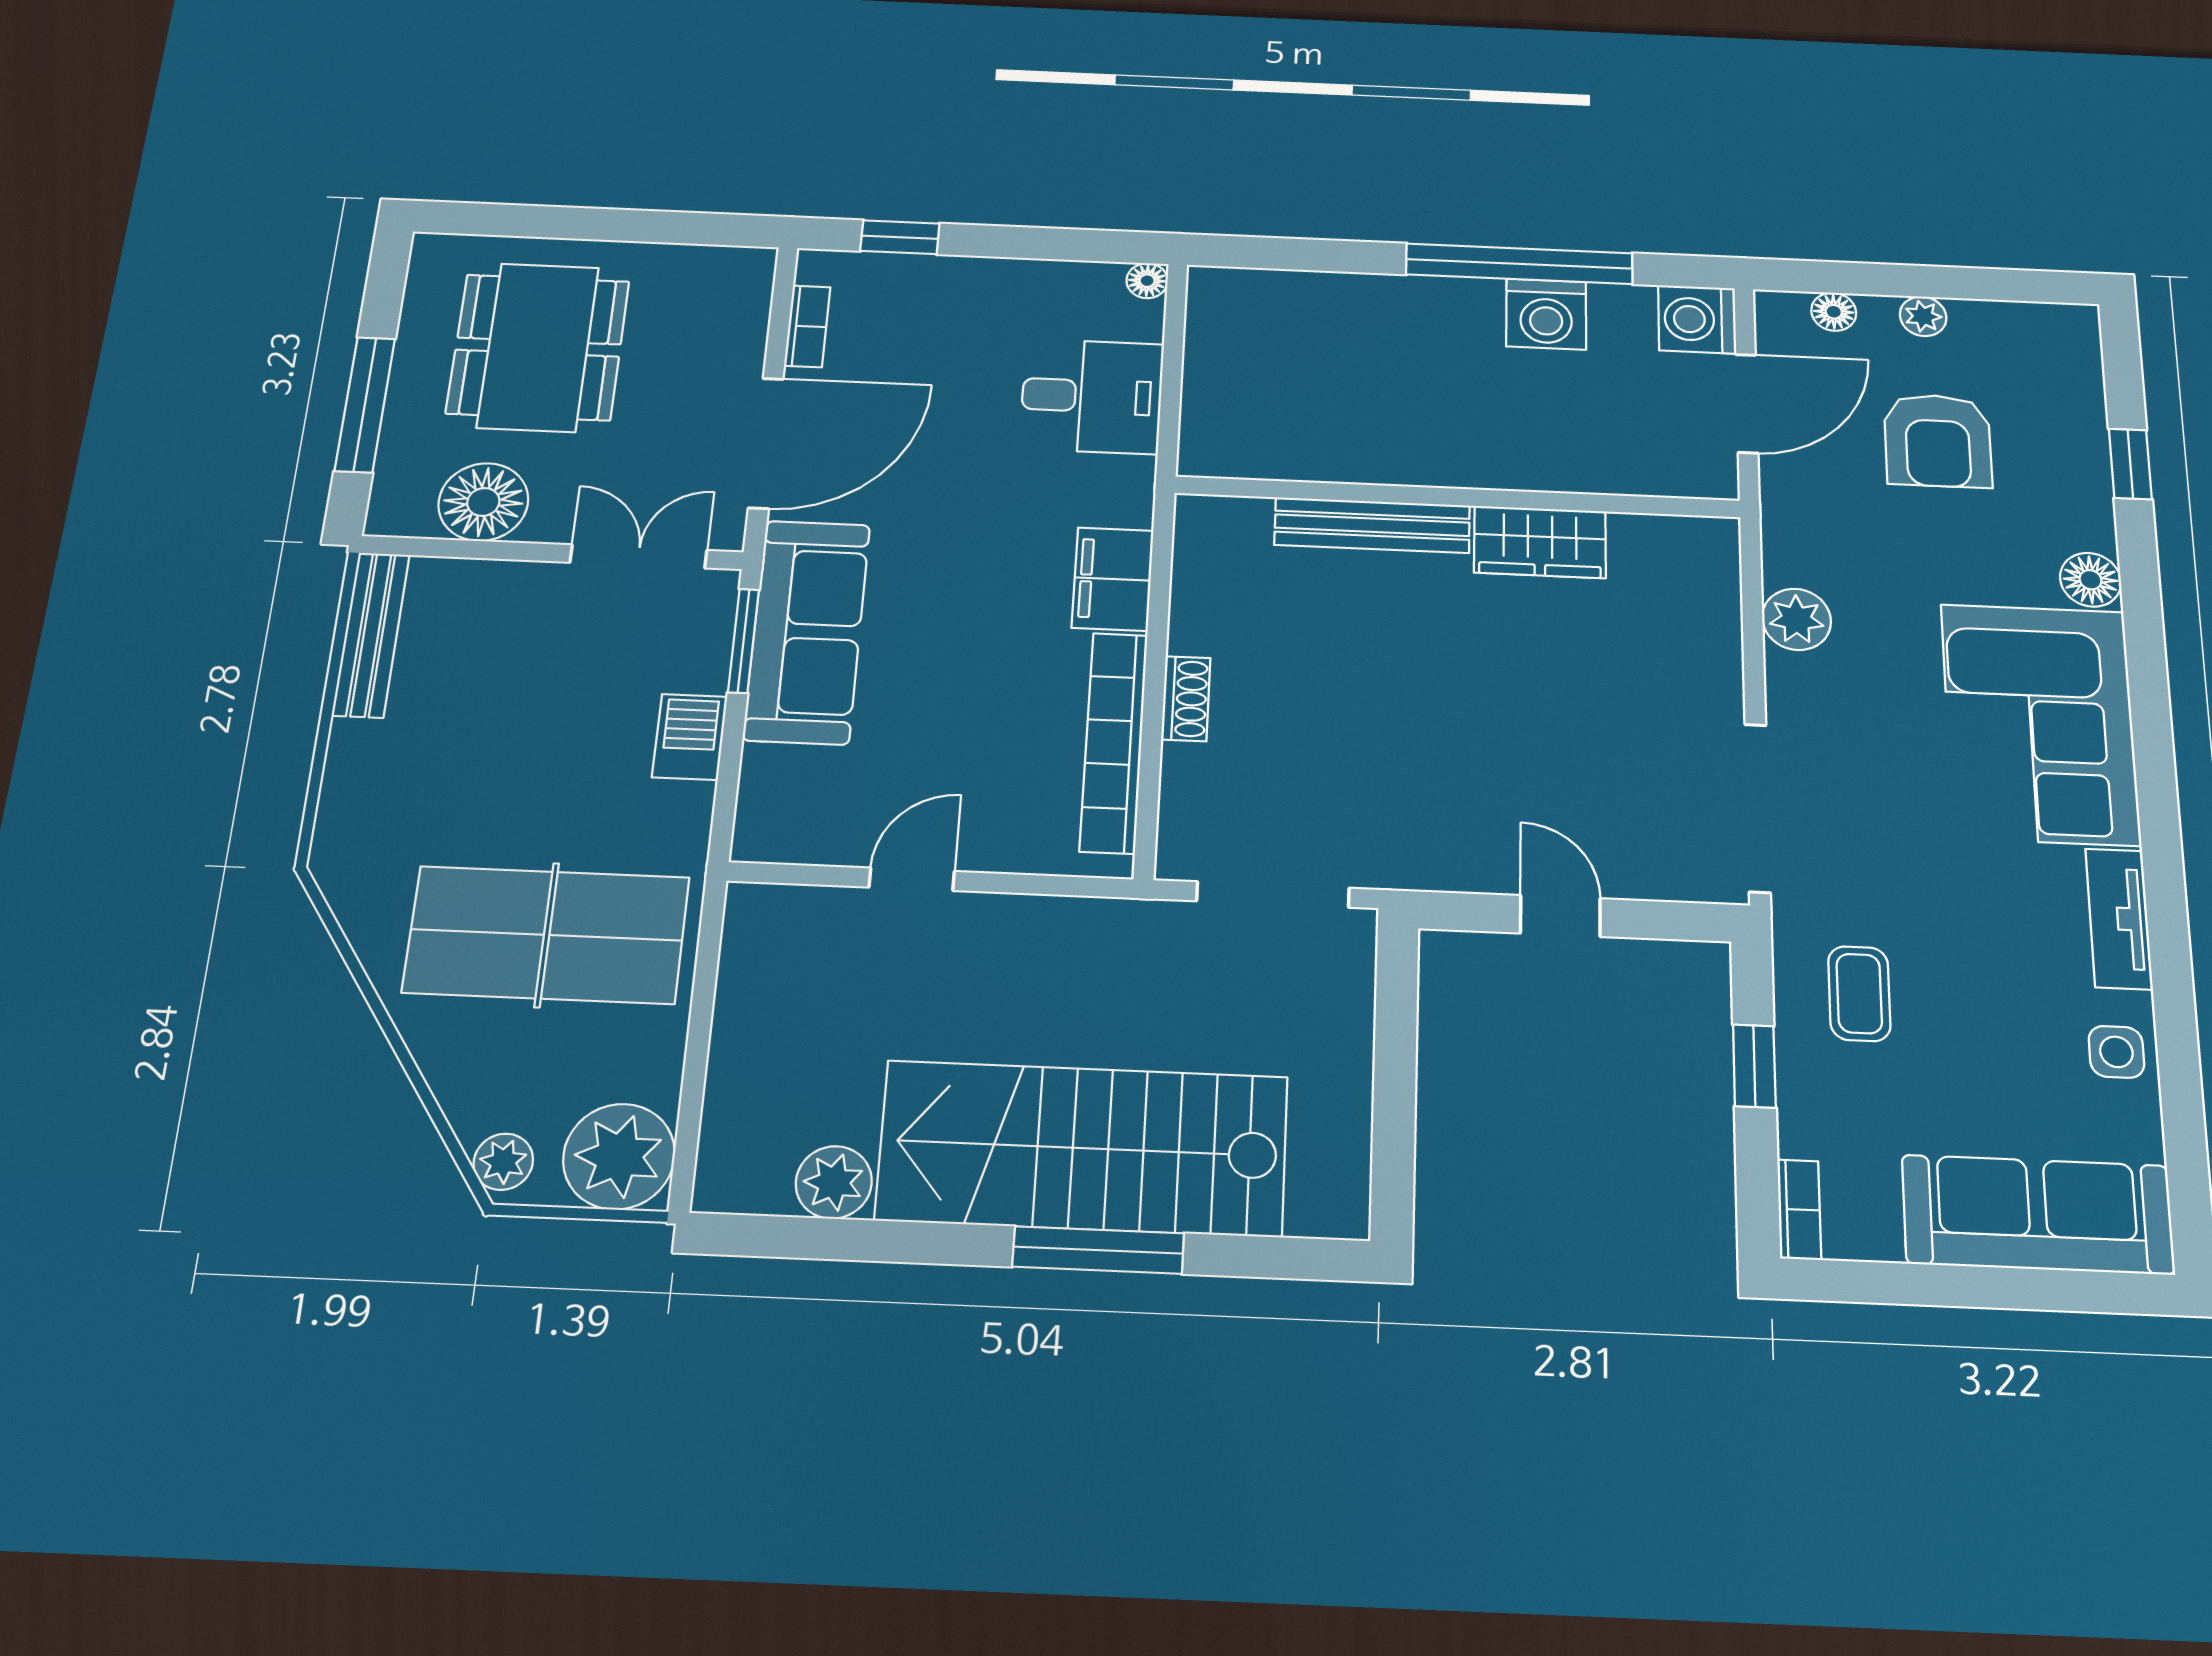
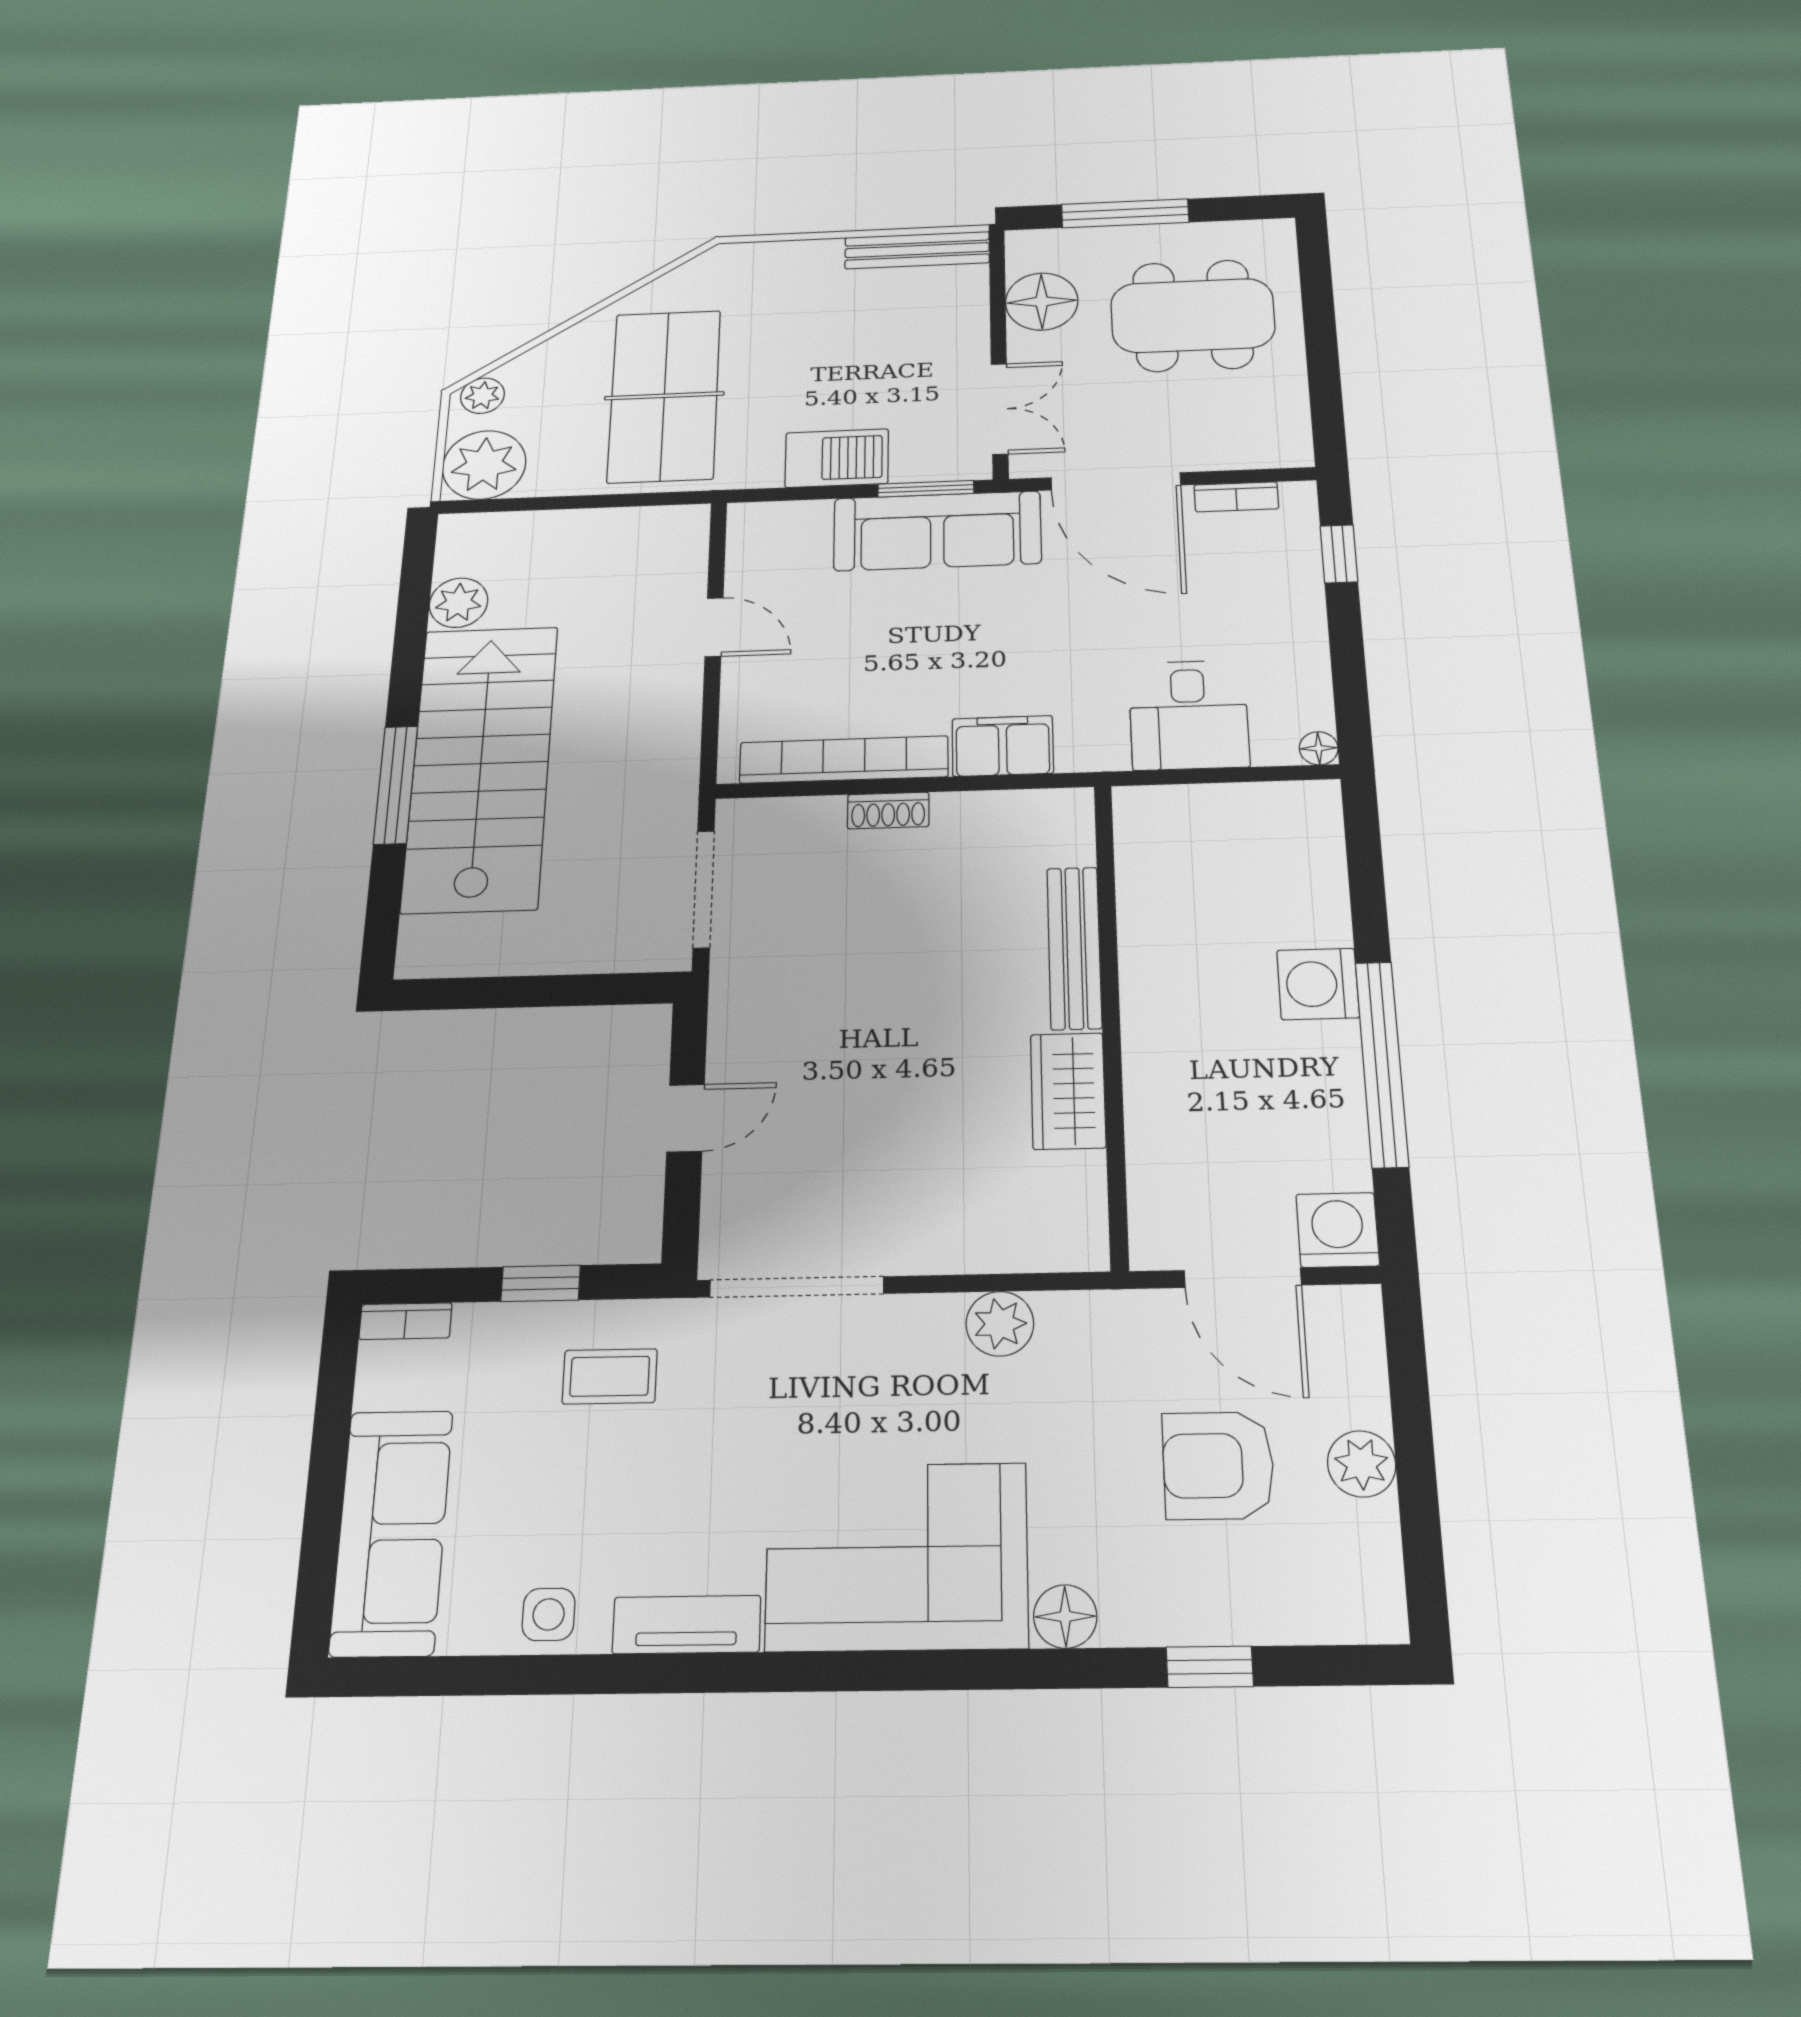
floor lamp: (1834, 312) -> (1364, 1364), removed
washing machine: (1546, 314) -> (1318, 984), moved
plant: (1923, 316) -> (1362, 1464), width x1.38, depth x1.38
barbecue: (690, 737) -> (837, 458), width x1.38, depth x1.27

